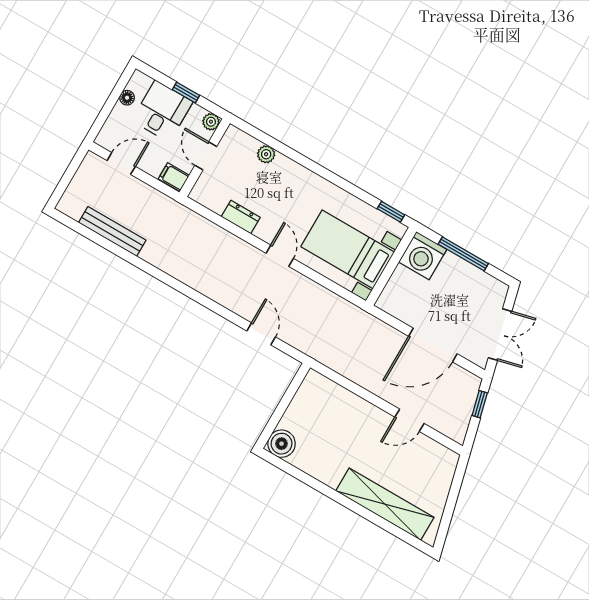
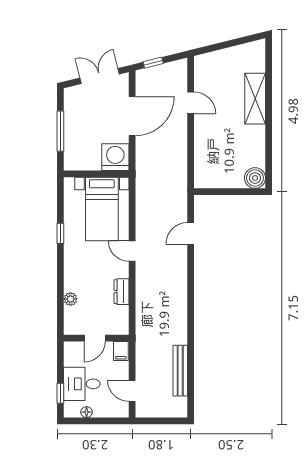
window: (186, 92) -> (60, 393), moved
plant: (211, 122) -> (70, 348), removed
window: (391, 212) -> (60, 233), moved
door: (280, 256) -> (132, 251), hinge flipped
washing machine: (423, 256) -> (115, 157), moved, turned -90
door: (433, 345) -> (132, 116), hinge flipped
shelving: (385, 504) -> (255, 99), width x0.68

